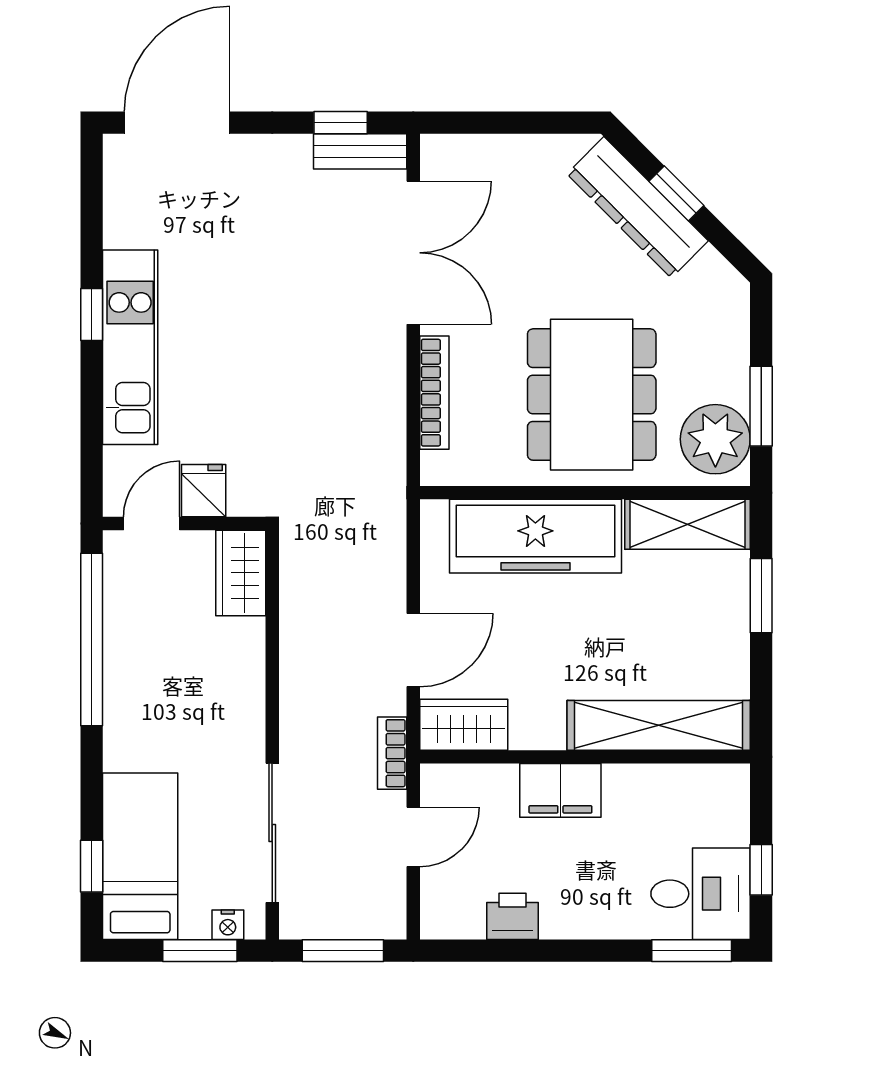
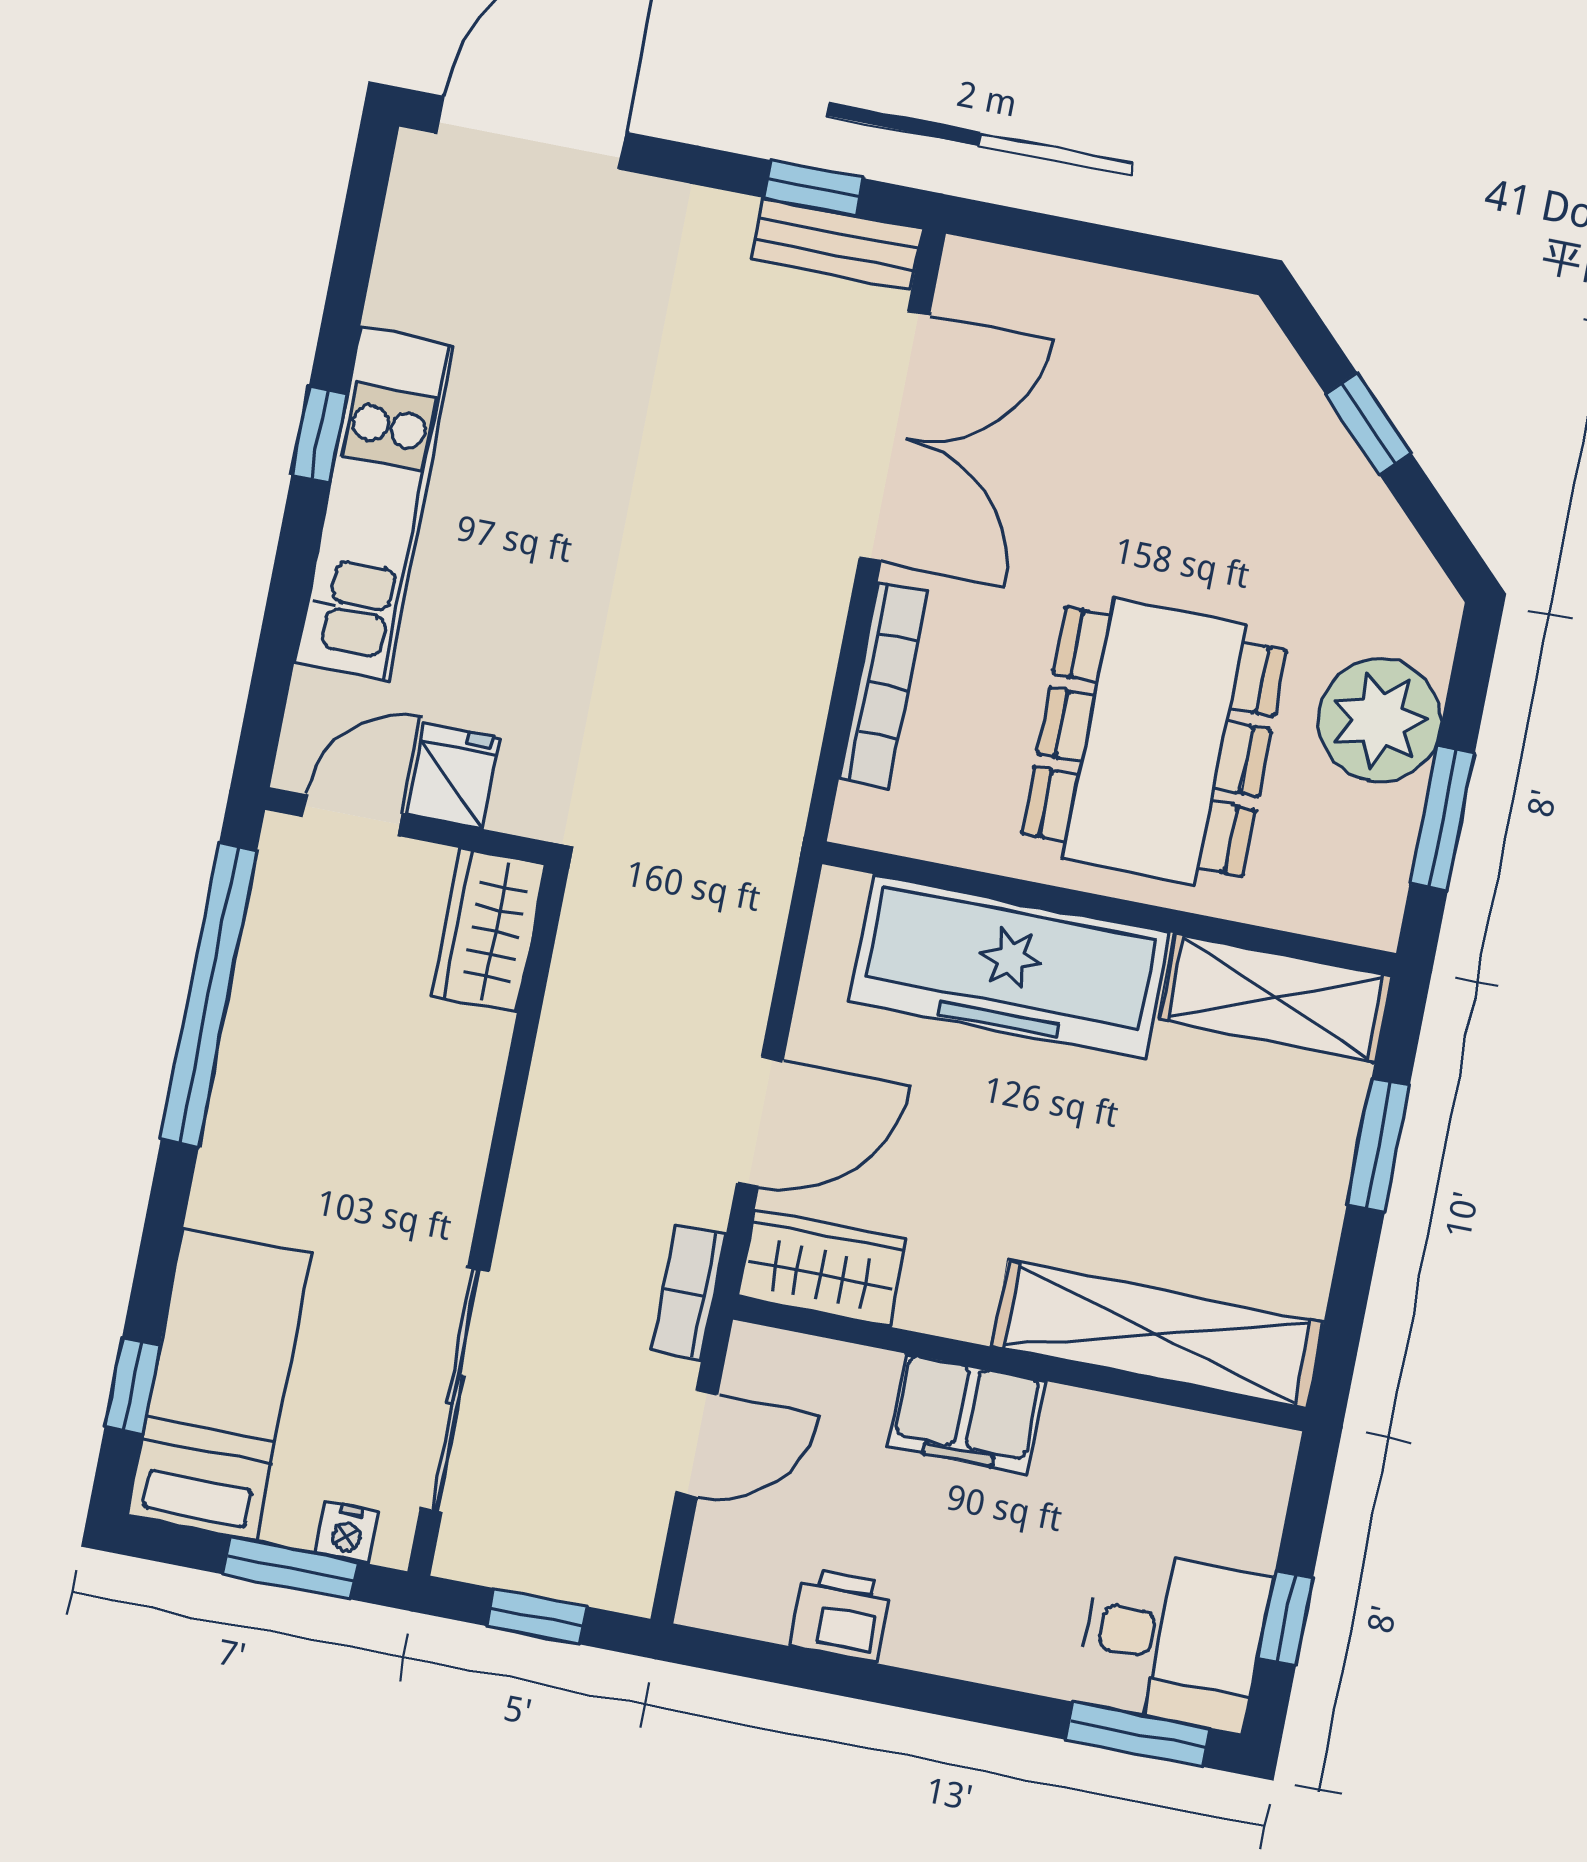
dresser: (638, 207) -> (1296, 434), removed
plant: (715, 439) -> (1380, 720), moved
window: (343, 951) -> (537, 1616), width x0.67

